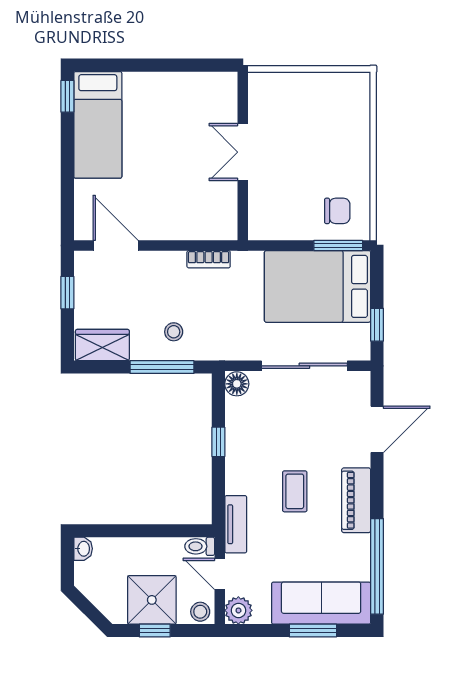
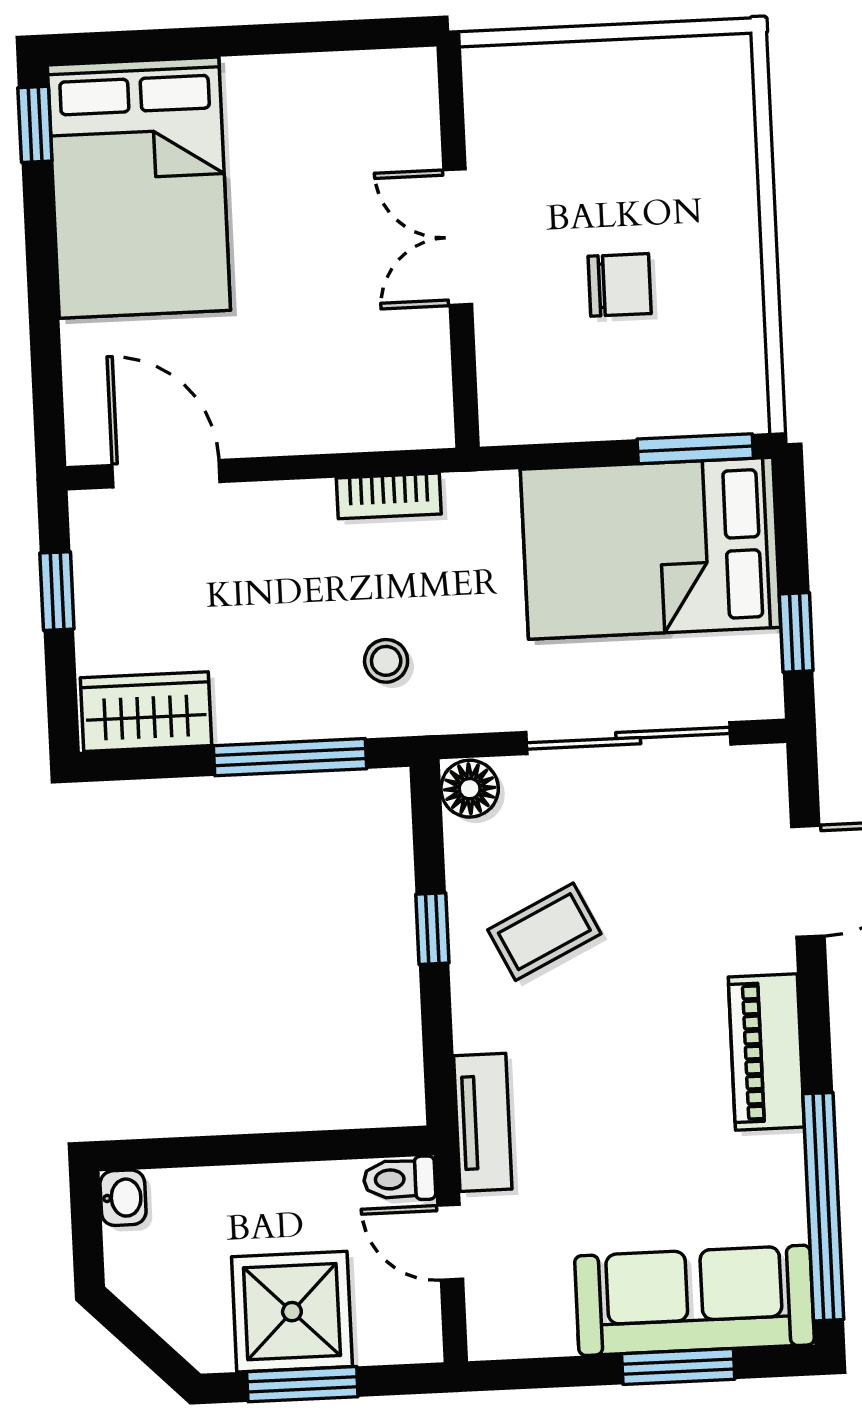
bed: (98, 125) -> (139, 188), width x1.50
chair: (337, 211) -> (620, 285), moved
stool: (174, 332) -> (386, 661), moved
coffee table: (295, 491) -> (544, 932), moved, turned 64
plant: (238, 610) -> (499, 1327), removed
stool: (200, 612) -> (408, 1334), removed
window: (155, 631) -> (302, 1384), width x1.50

